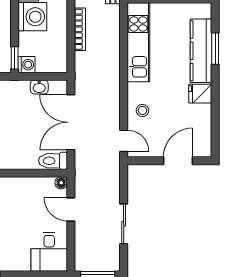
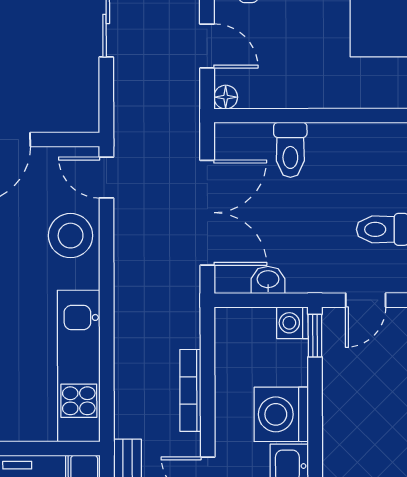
stool: (143, 110) -> (71, 236), width x1.89, depth x1.89
toilet: (53, 161) -> (290, 150), moved, turned 90

